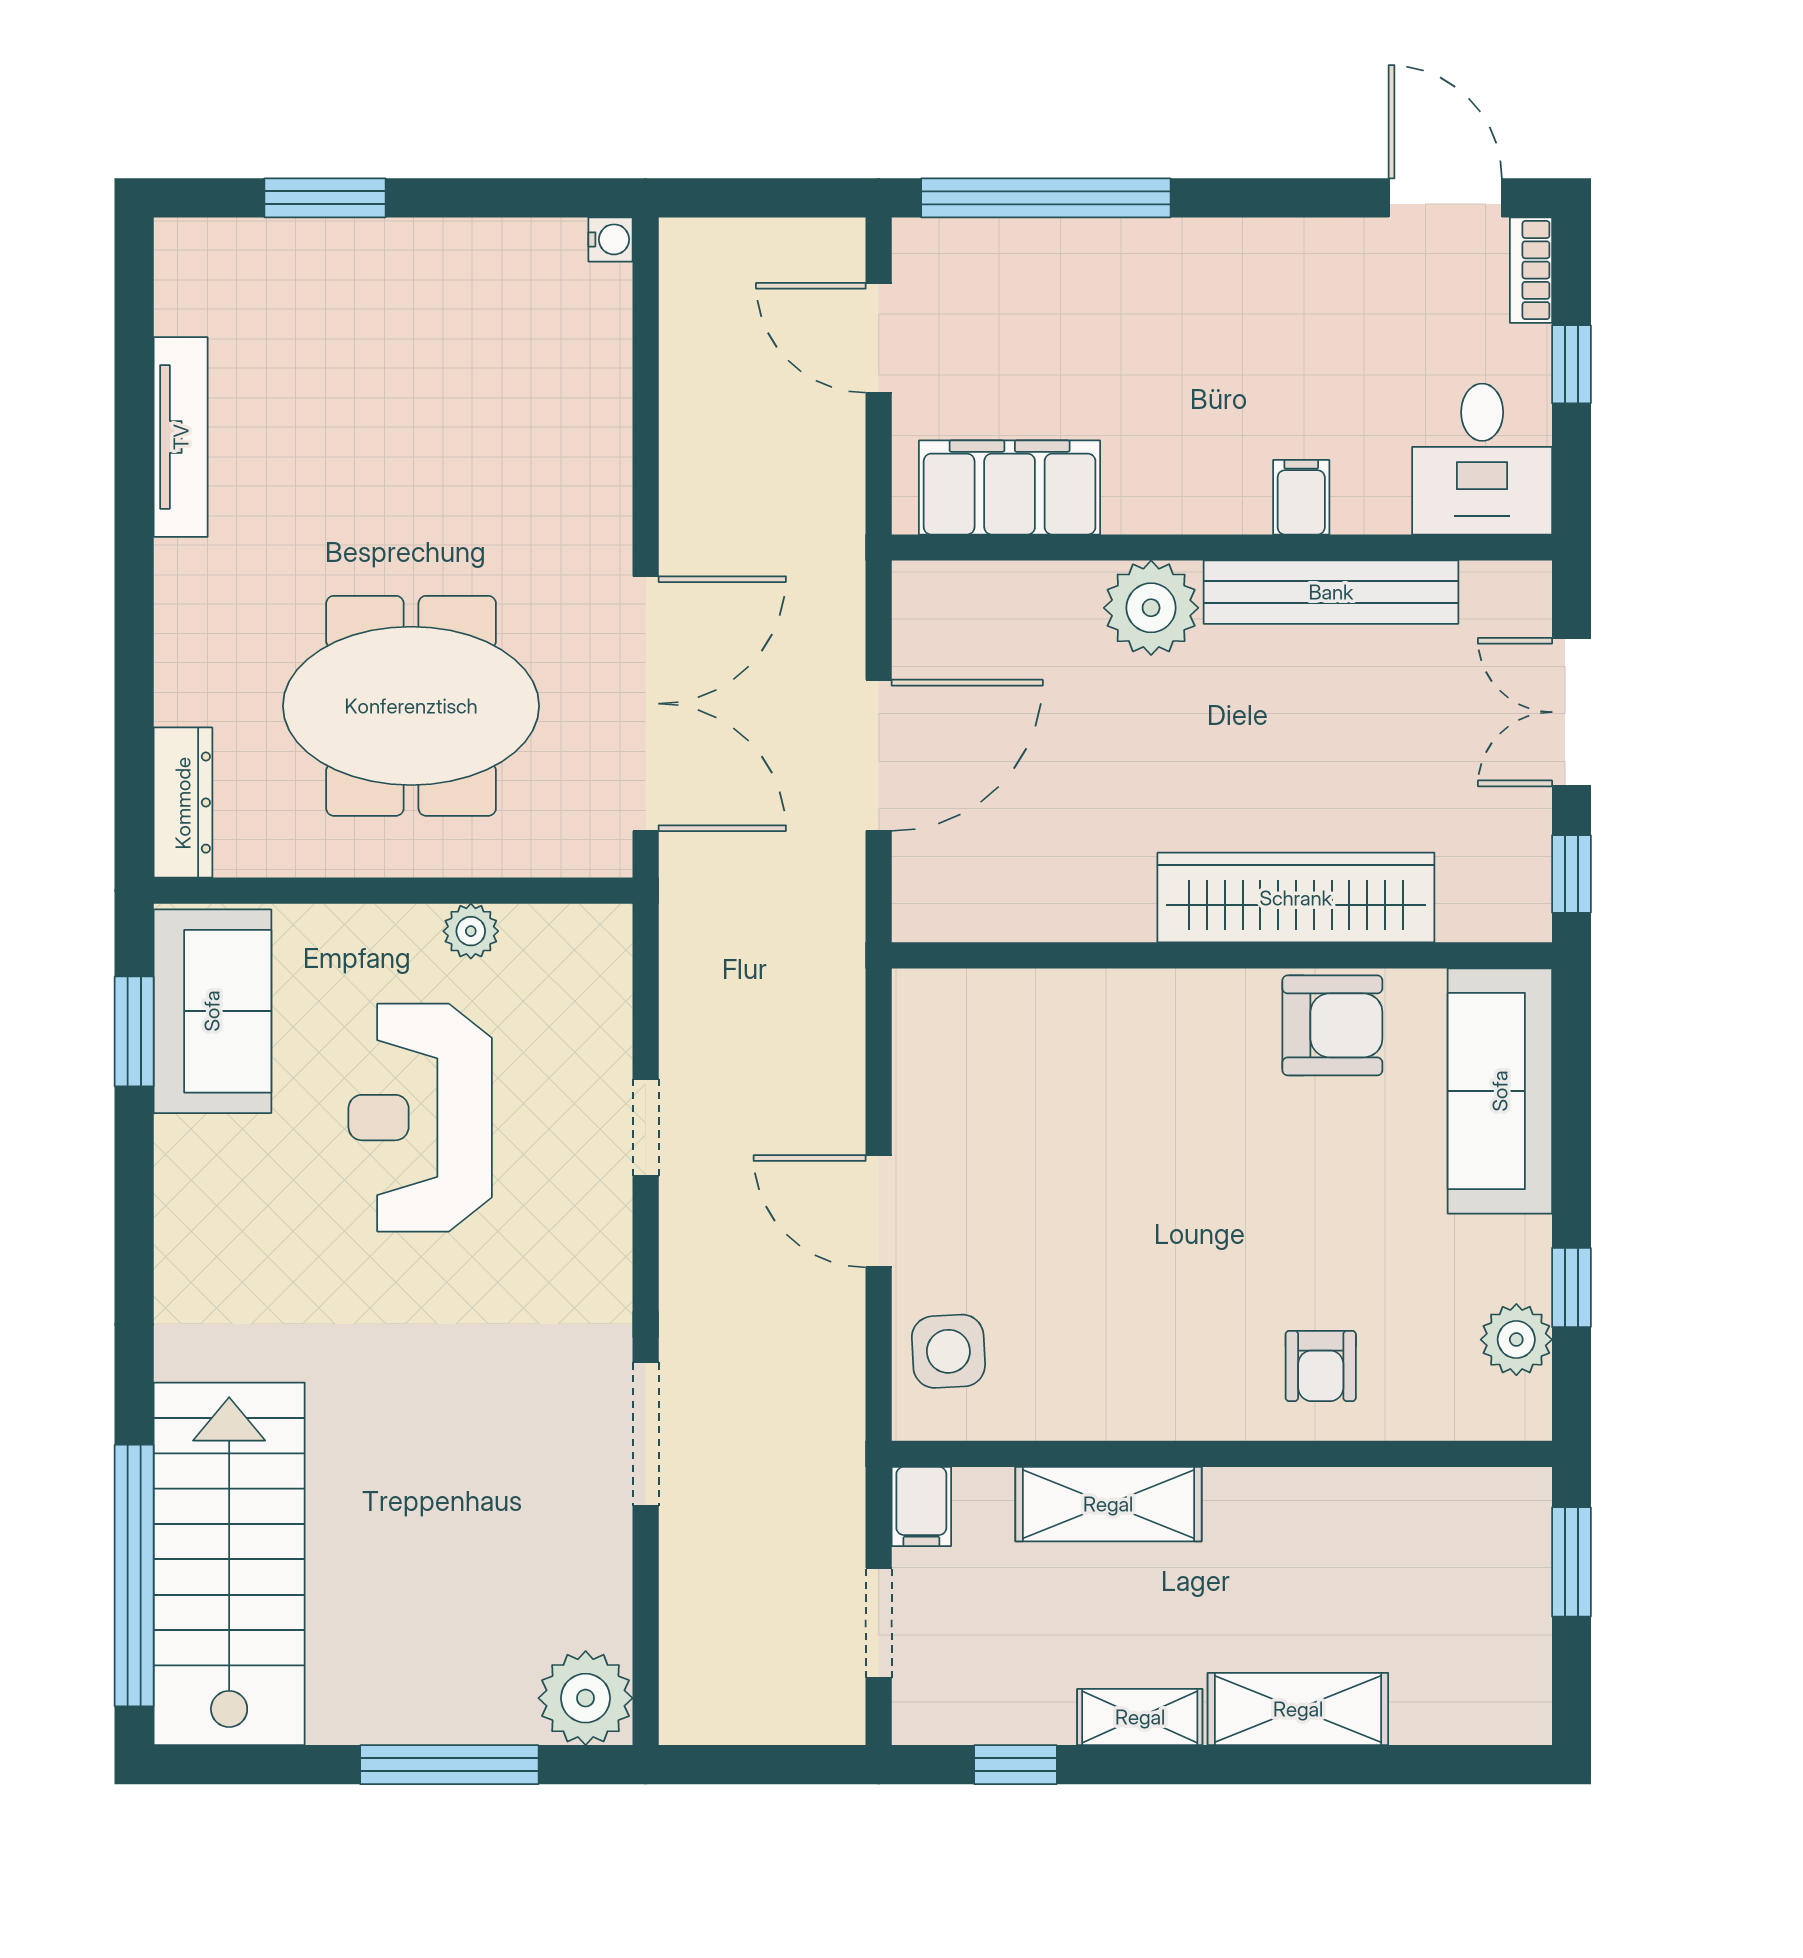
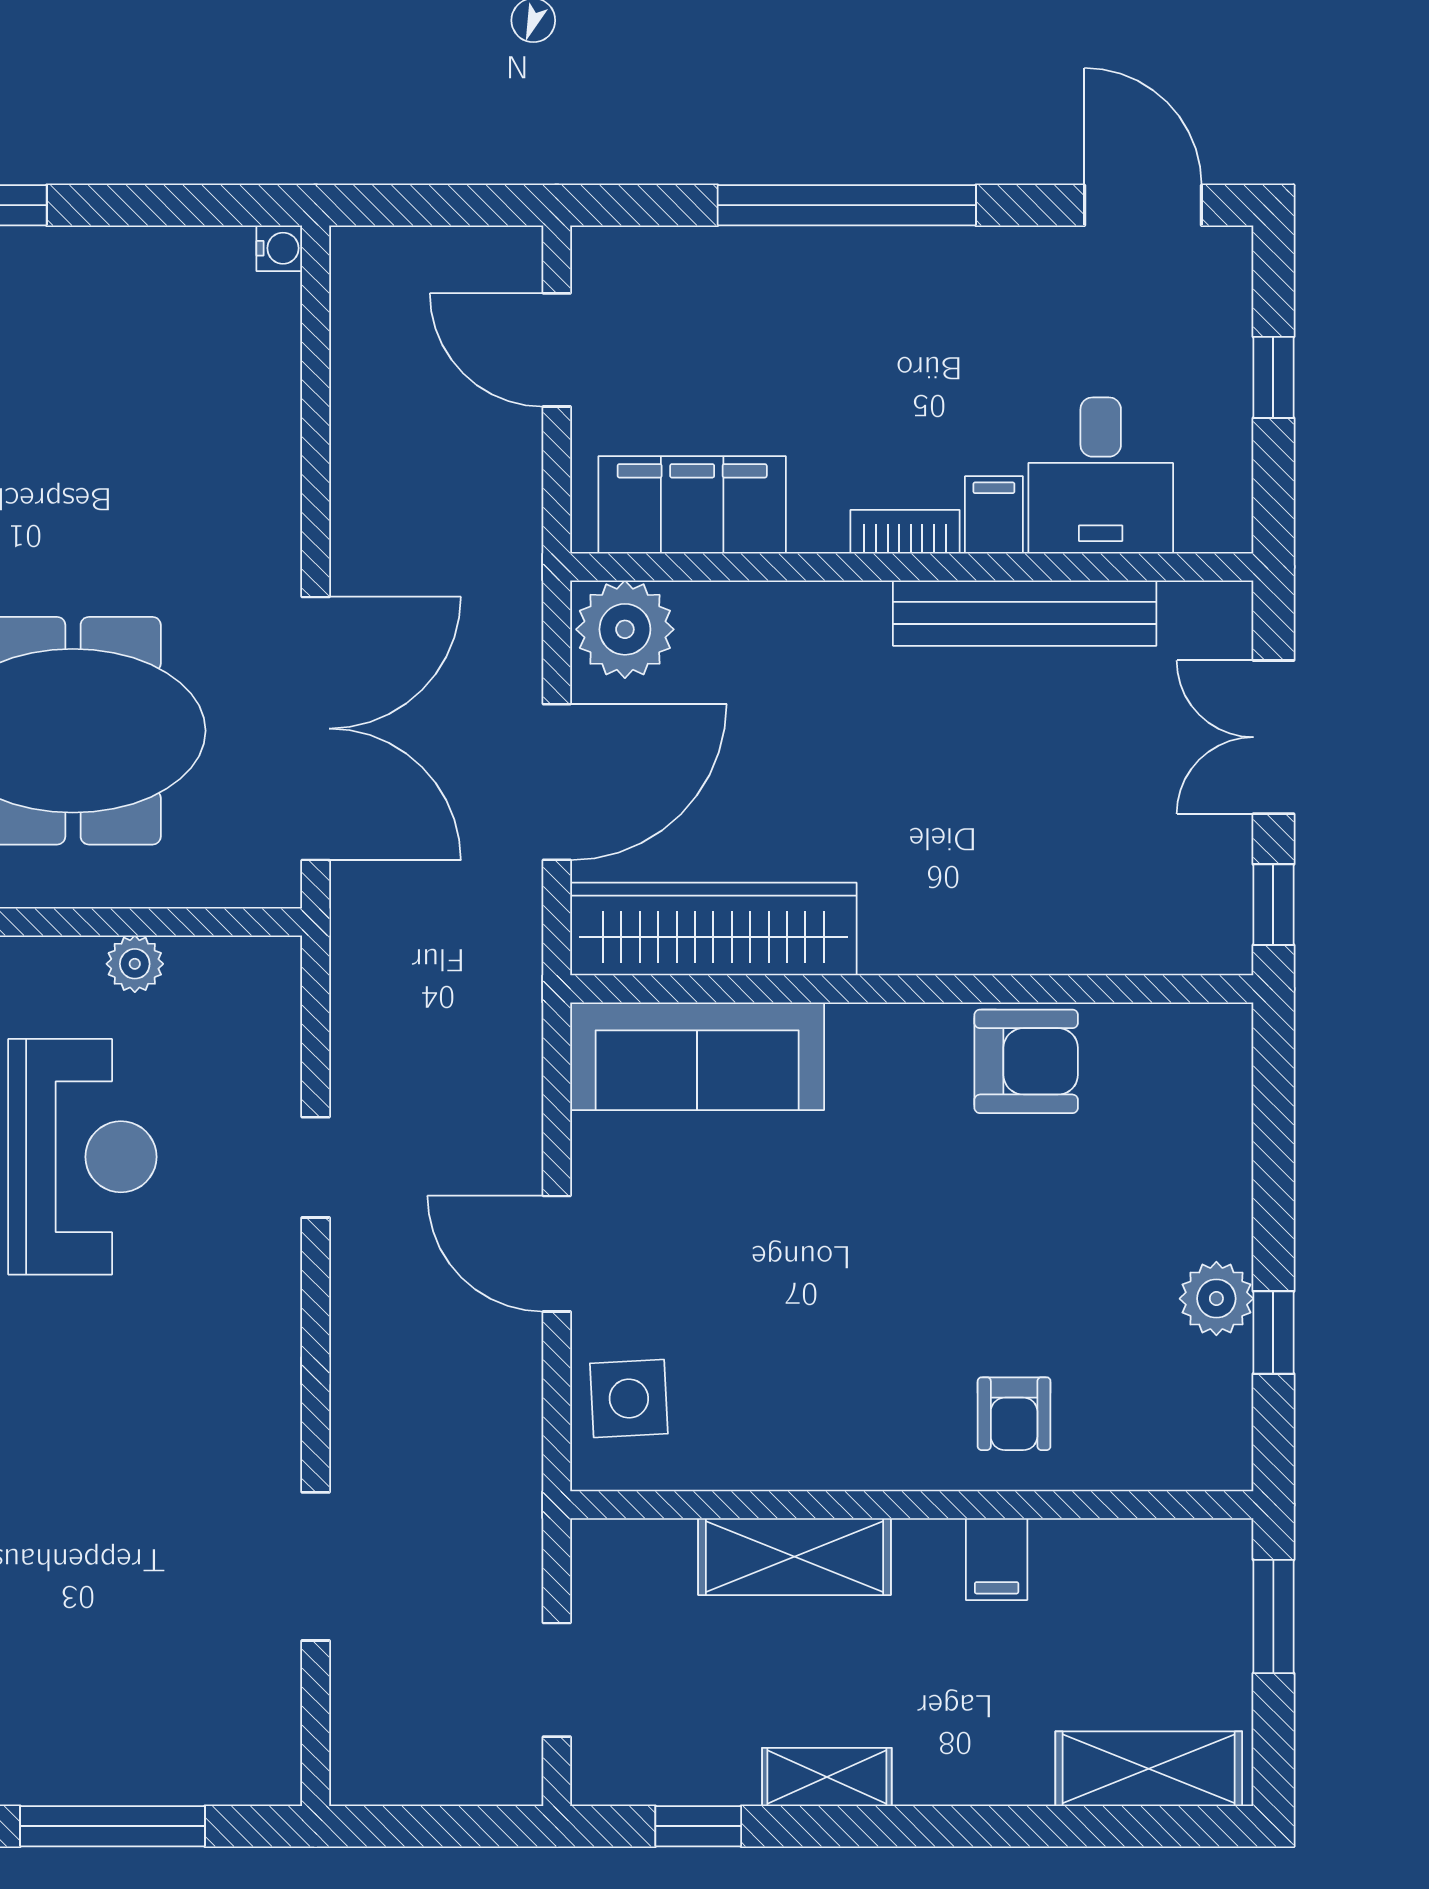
window: (1046, 198) -> (847, 205), moved
bookcase: (1531, 270) -> (905, 532), moved, turned 90
desk: (1482, 459) -> (1101, 475), moved
plant: (1151, 608) -> (625, 629), moved
wardrobe: (1296, 898) -> (713, 929), moved
sofa: (1500, 1091) -> (697, 1056), moved, turned -90
reception desk: (420, 1118) -> (82, 1157), turned 180
plant: (1516, 1340) -> (1216, 1299), moved
doorway: (646, 1434) -> (316, 1566), moved
filing cabinet: (921, 1506) -> (997, 1559), moved
plant: (586, 1698) -> (253, 1757), removed
shelving: (1298, 1709) -> (1149, 1769), moved

